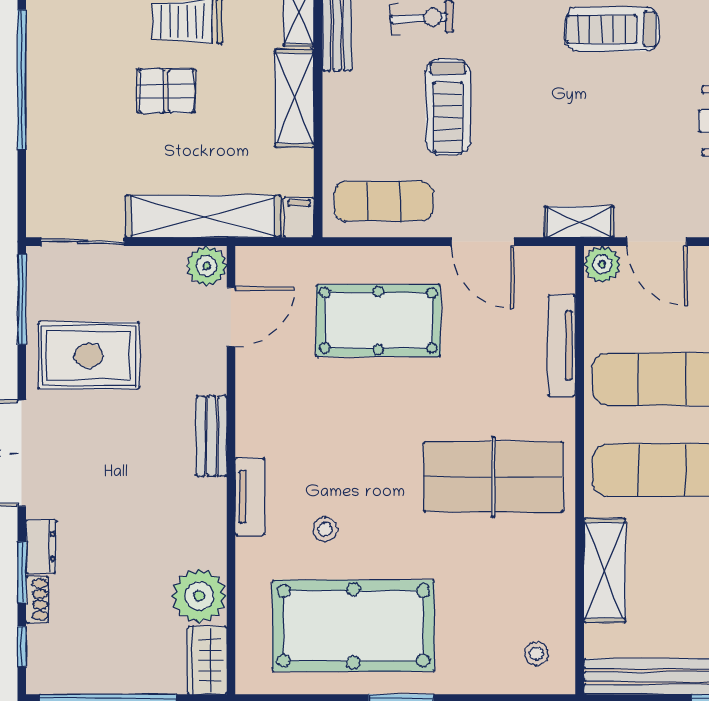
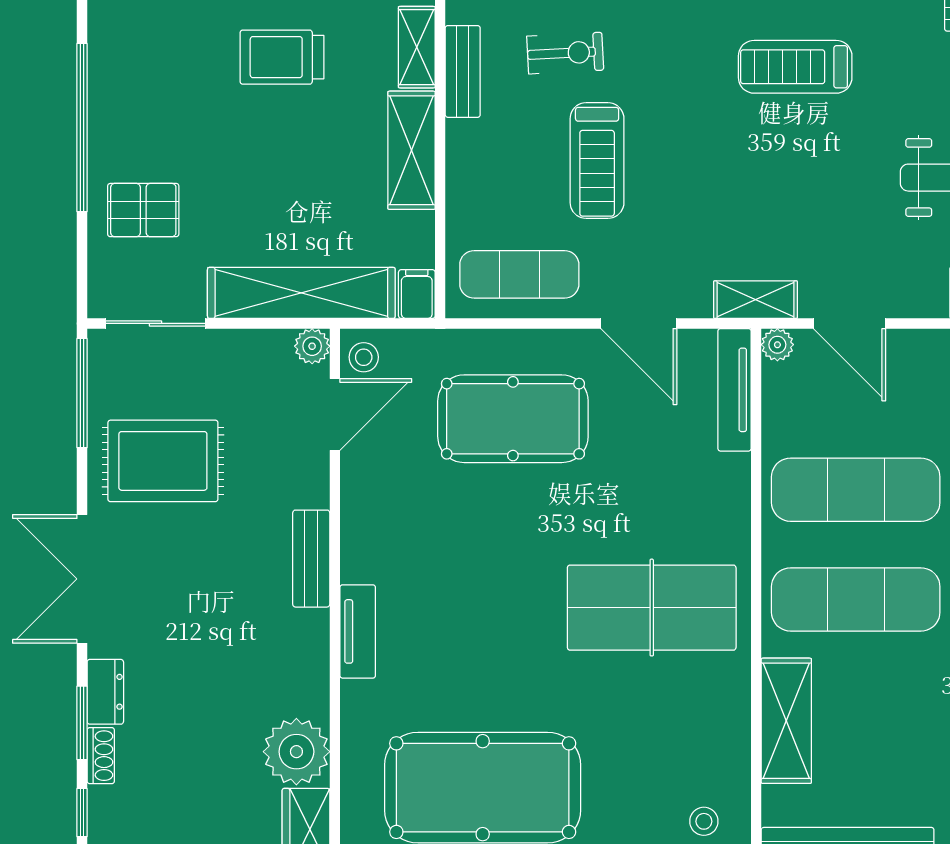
pallet: (166, 91) -> (143, 210), moved
plant: (602, 264) -> (777, 345), width x0.73, depth x0.73
plant: (207, 266) -> (312, 346), width x0.73, depth x0.73
tv unit: (562, 346) -> (734, 390), moved
stool: (325, 529) -> (364, 357), moved

